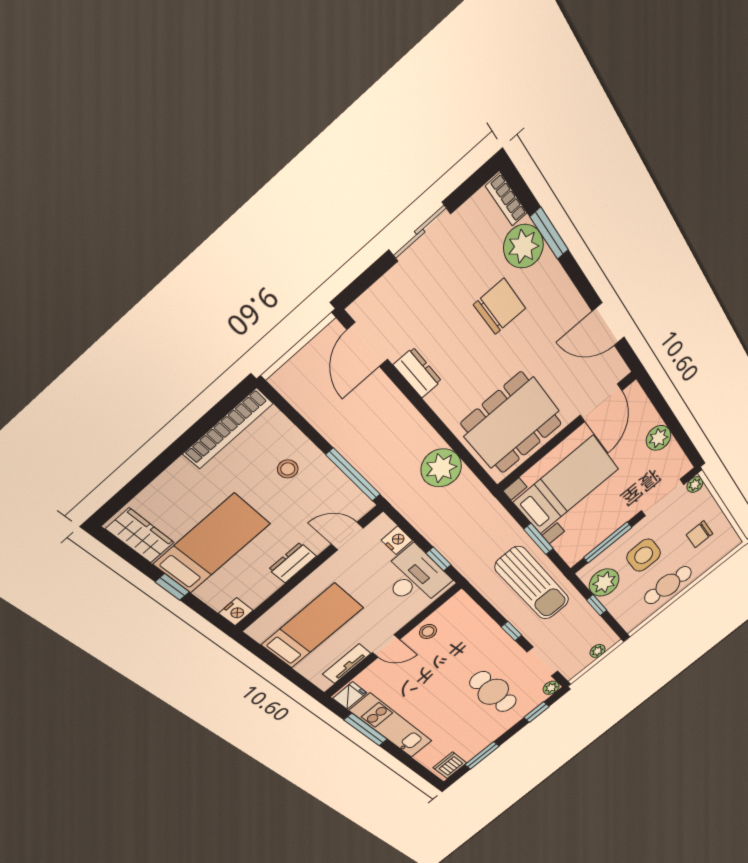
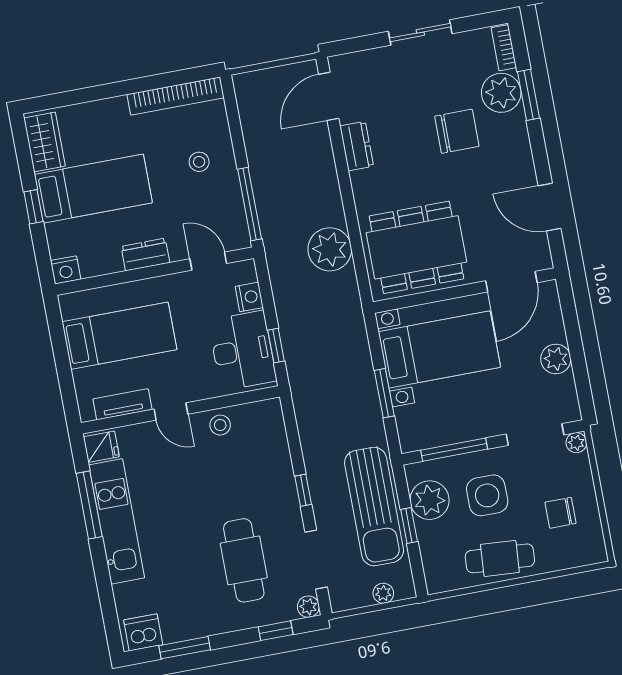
sun lounger: (533, 584) -> (374, 507), moved

